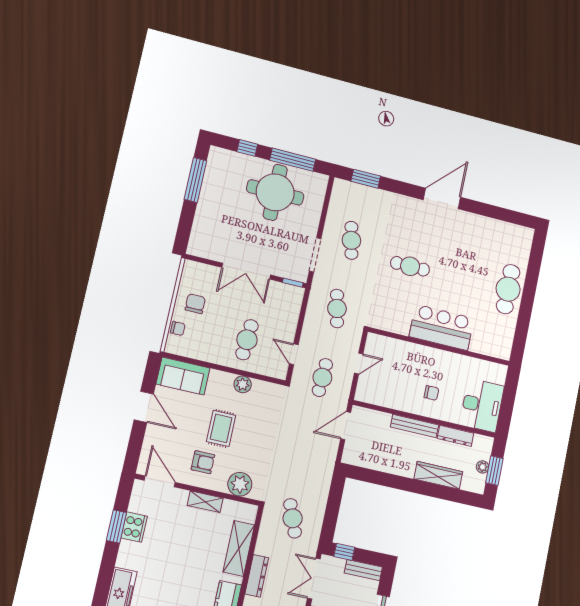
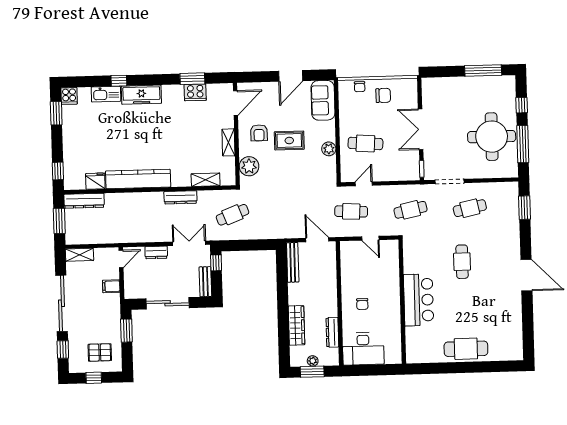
bench: (415, 426) -> (293, 262), moved
shelving: (239, 548) -> (206, 180), width x0.67, depth x0.75

